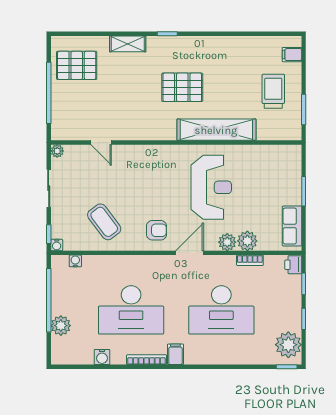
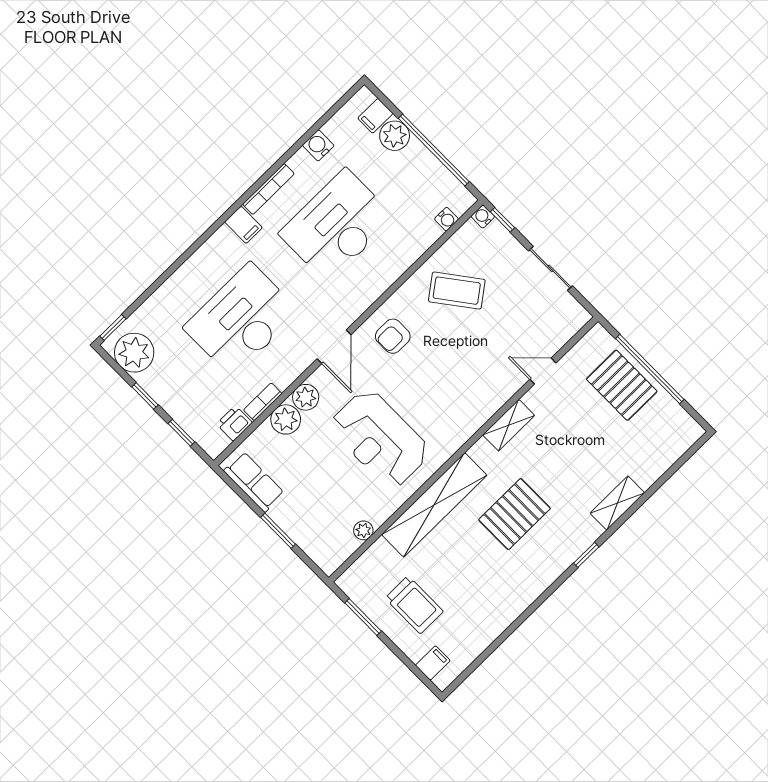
pallet: (77, 65) -> (622, 385), moved, turned 90
shelving: (143, 133) -> (509, 425), added
plant: (57, 151) -> (363, 530), moved
printer: (293, 265) -> (234, 423), moved, turned -90
filing cabinet: (61, 344) -> (375, 116), added

